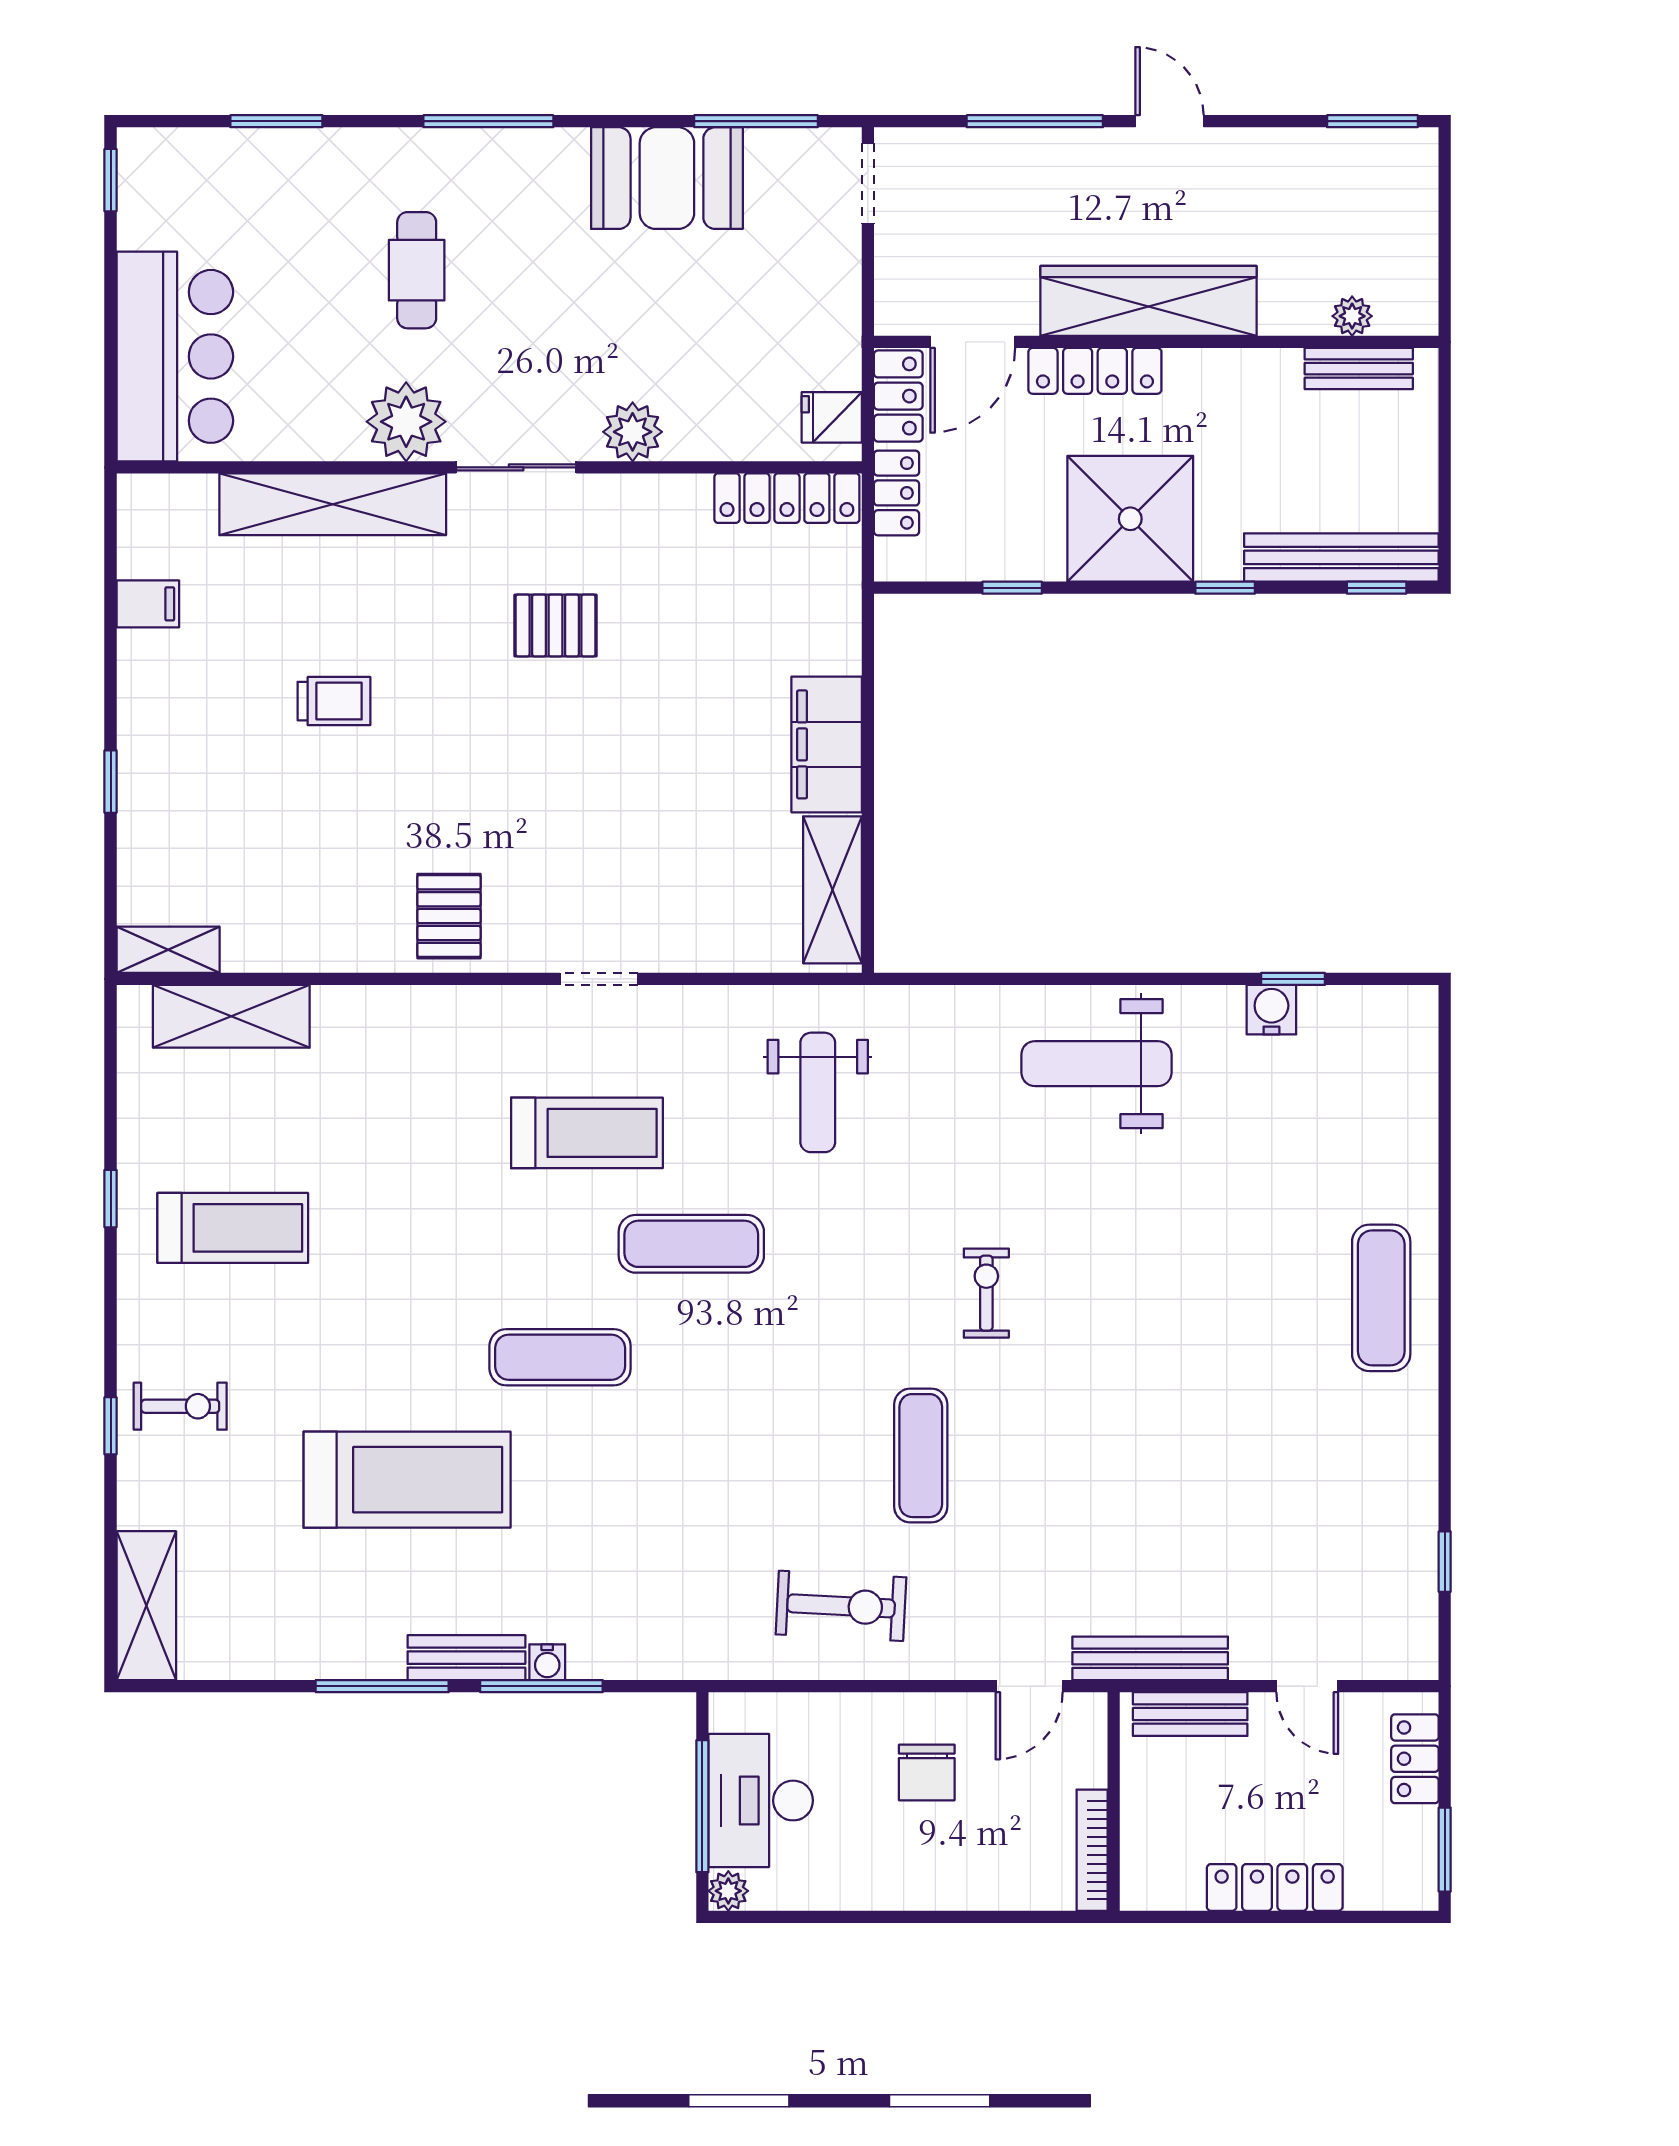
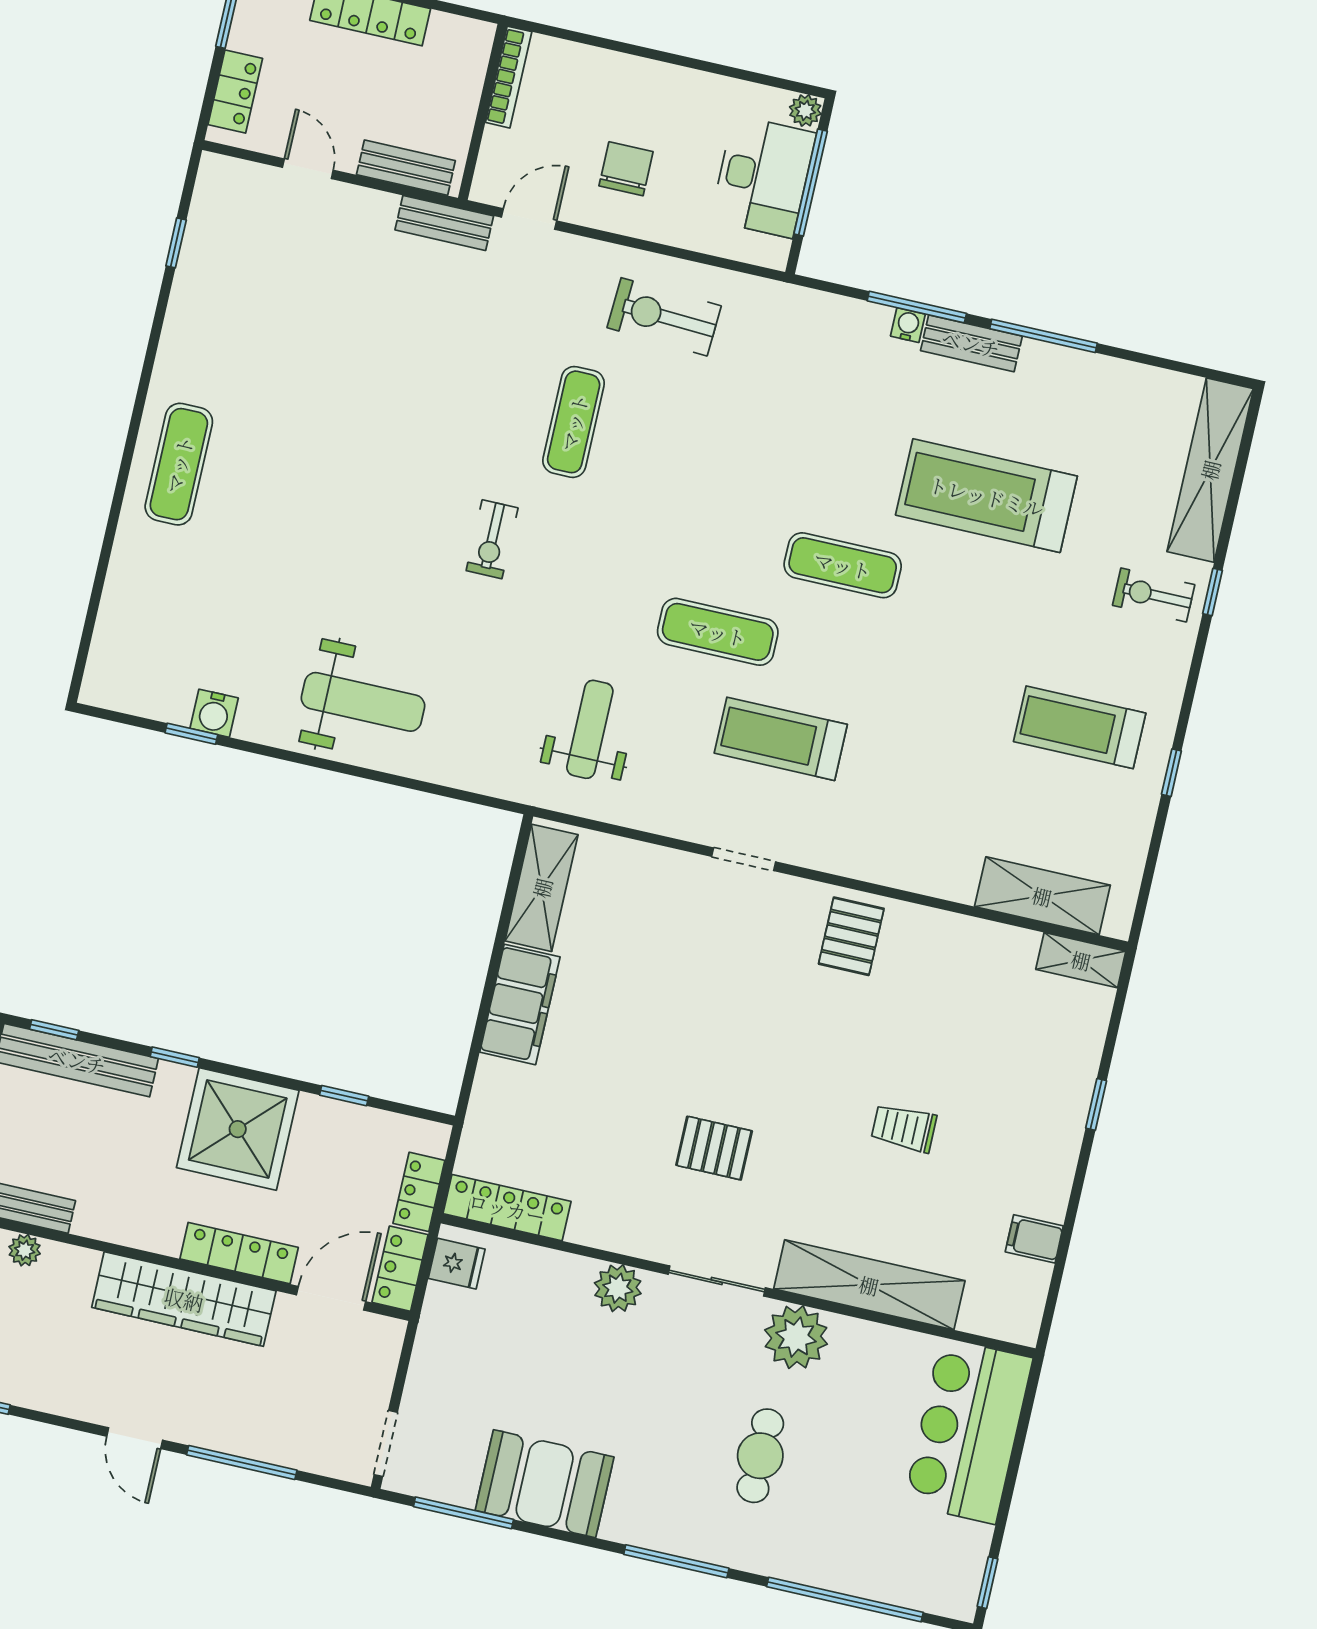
window: (276, 121) -> (845, 1600), width x2.11
shelving: (146, 1606) -> (1210, 470), width x1.47
bench: (1150, 1658) -> (444, 223), width x0.73

